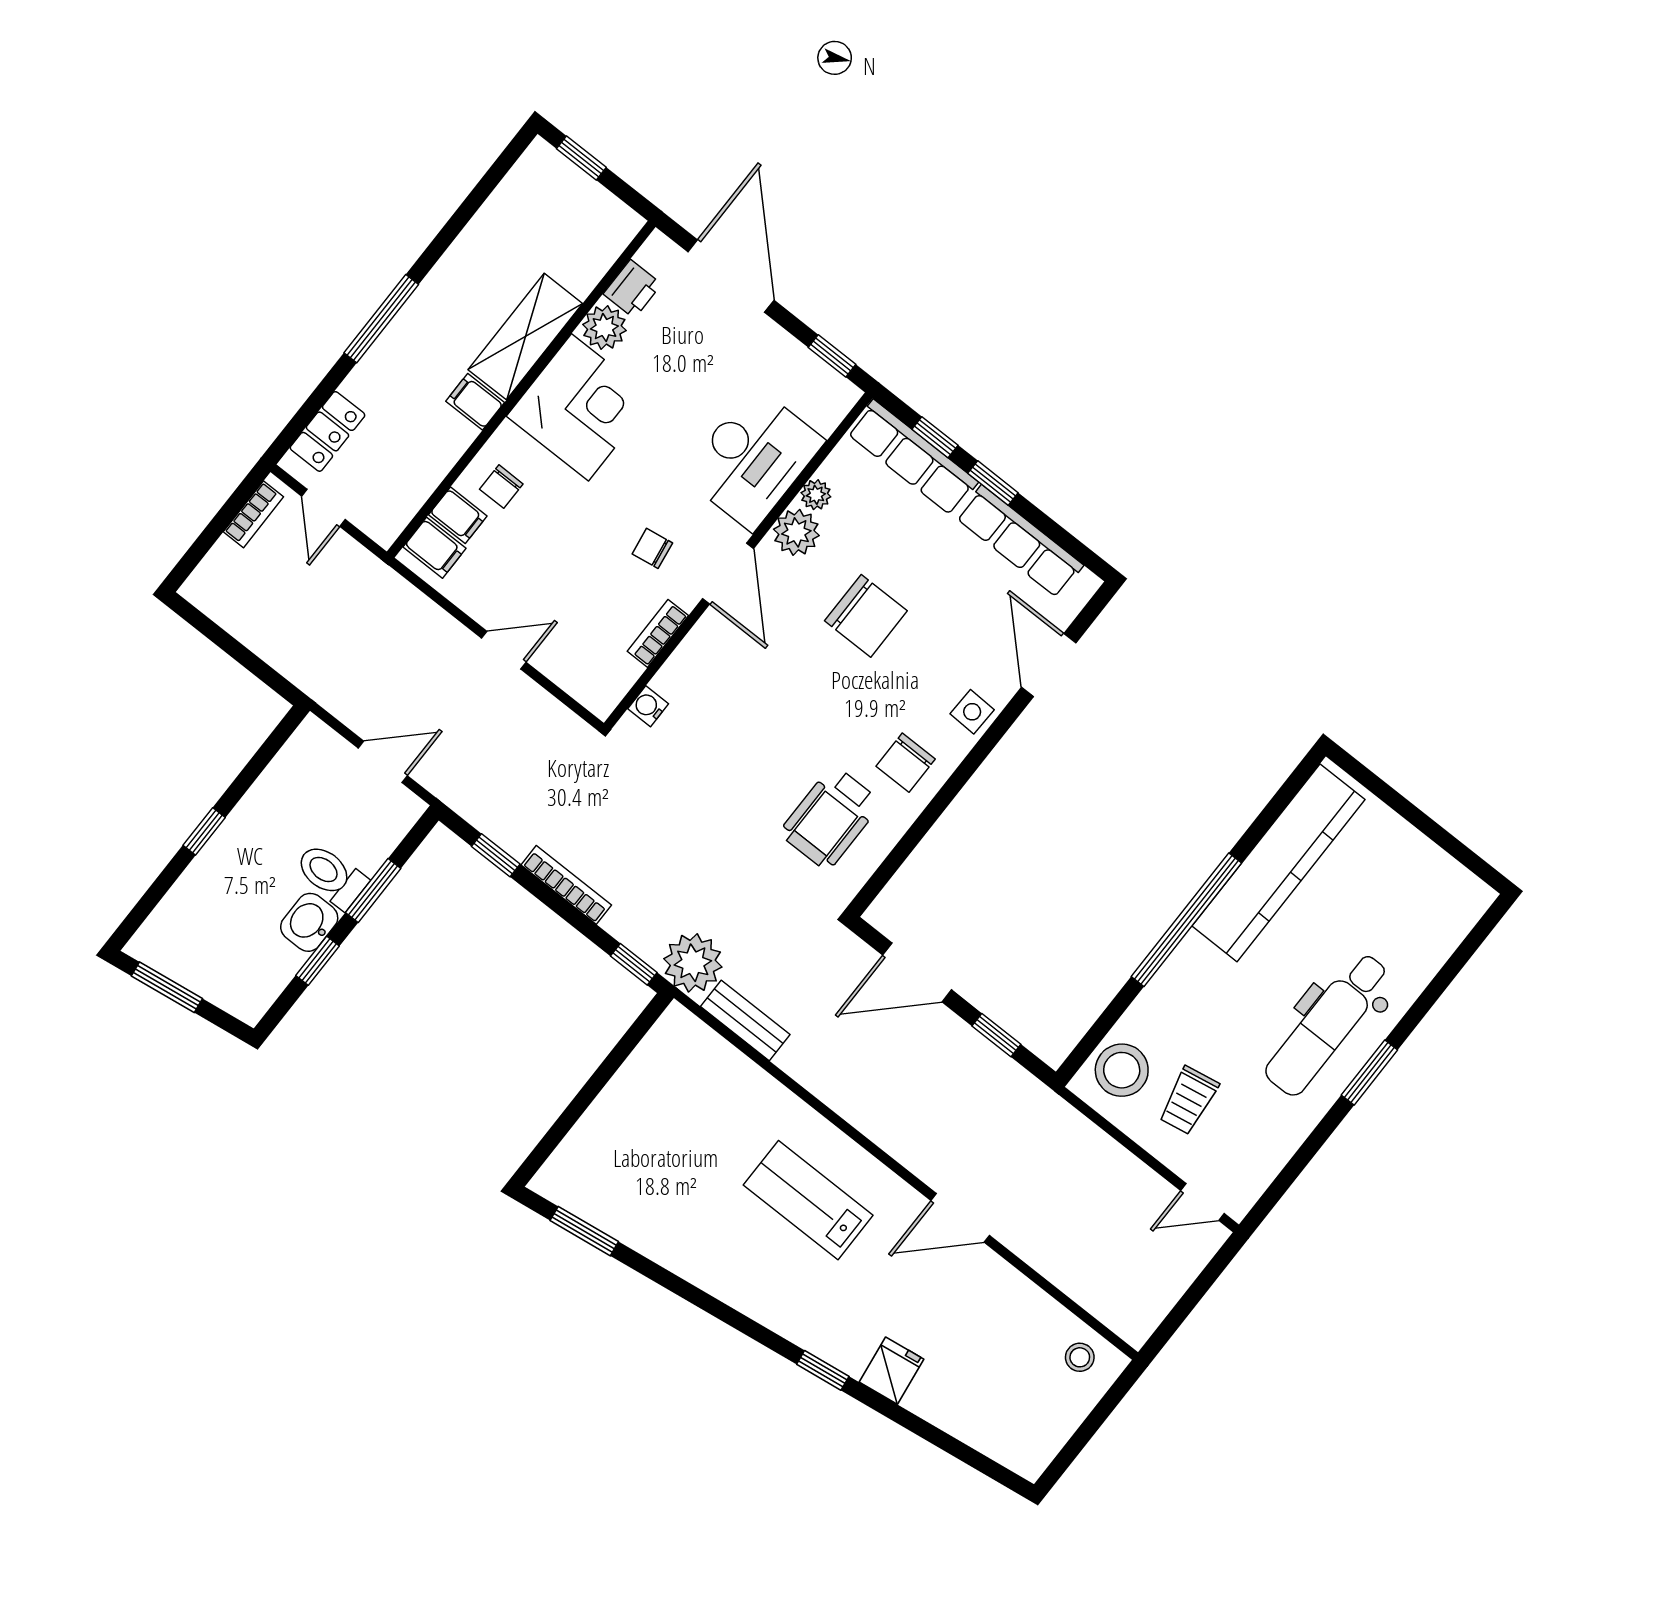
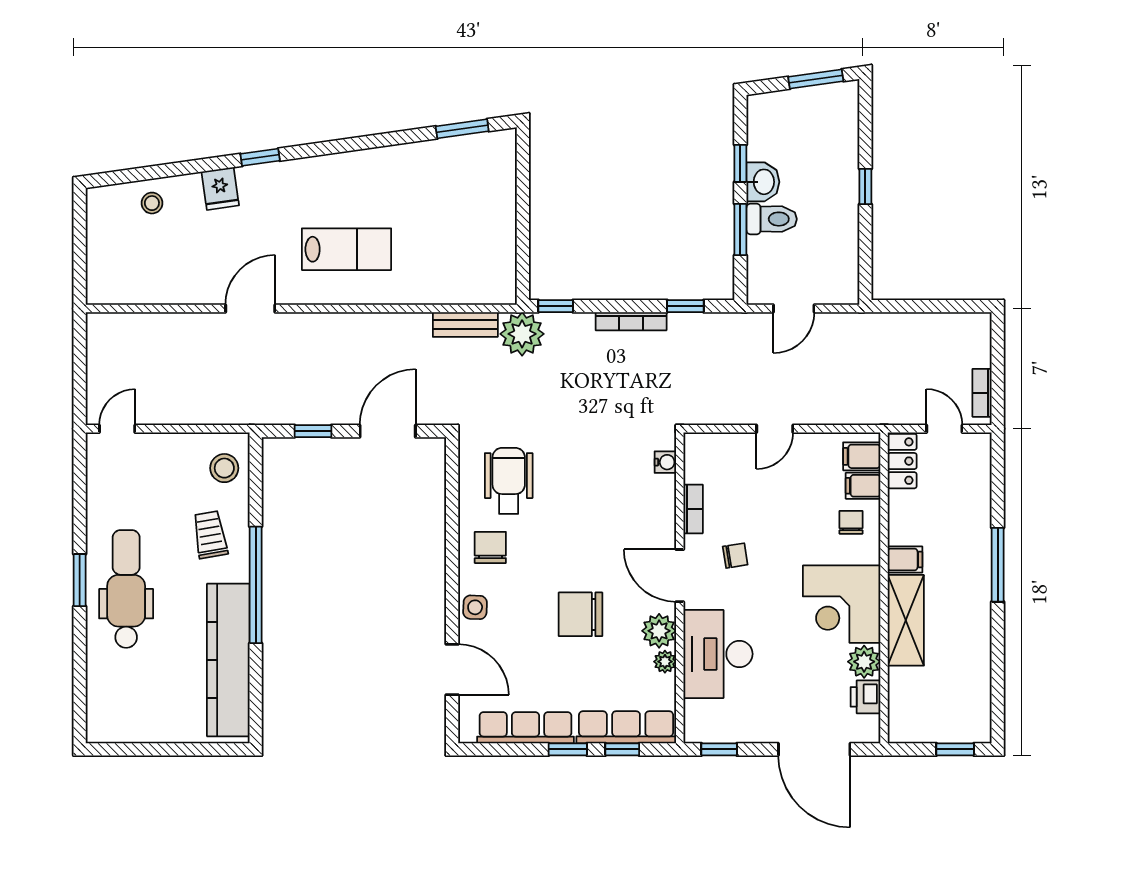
locker: (327, 431) -> (902, 461), moved, turned 180
stool: (1122, 1070) -> (224, 468), width x0.73, depth x0.73
trolley: (1188, 1100) -> (210, 535), moved
stool: (1080, 1357) -> (152, 203), moved

